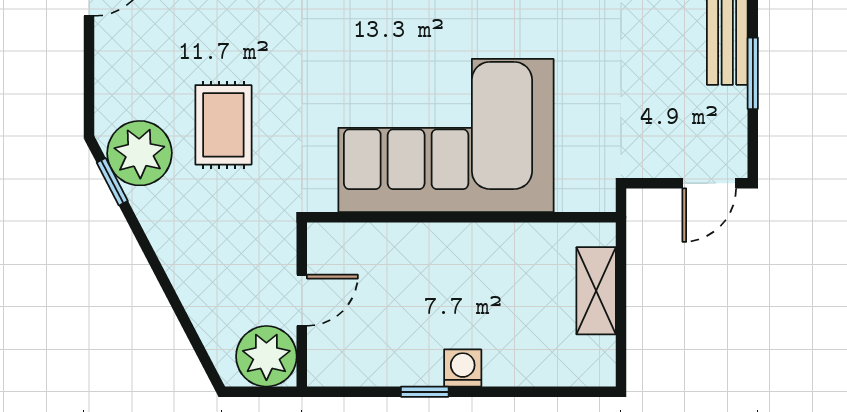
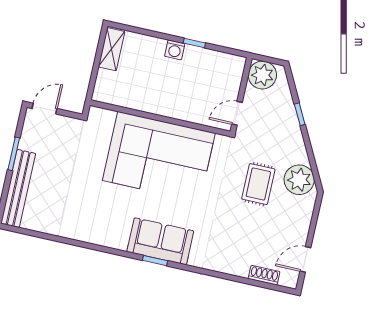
window: (112, 182) -> (300, 114), moved
shelving: (596, 291) -> (112, 49), moved
door: (302, 300) -> (237, 113), moved

